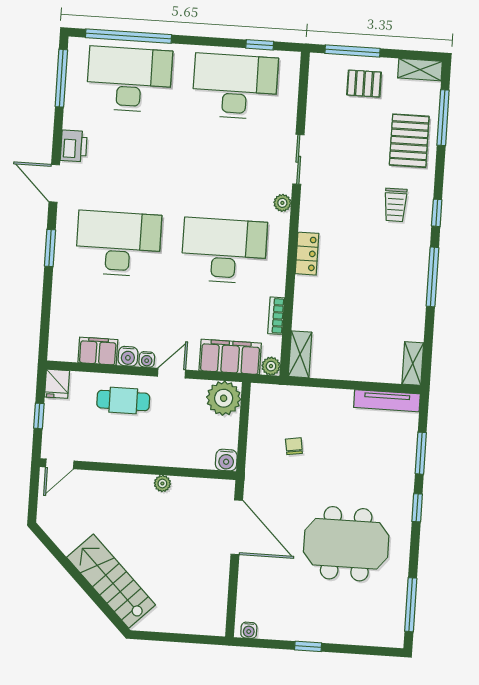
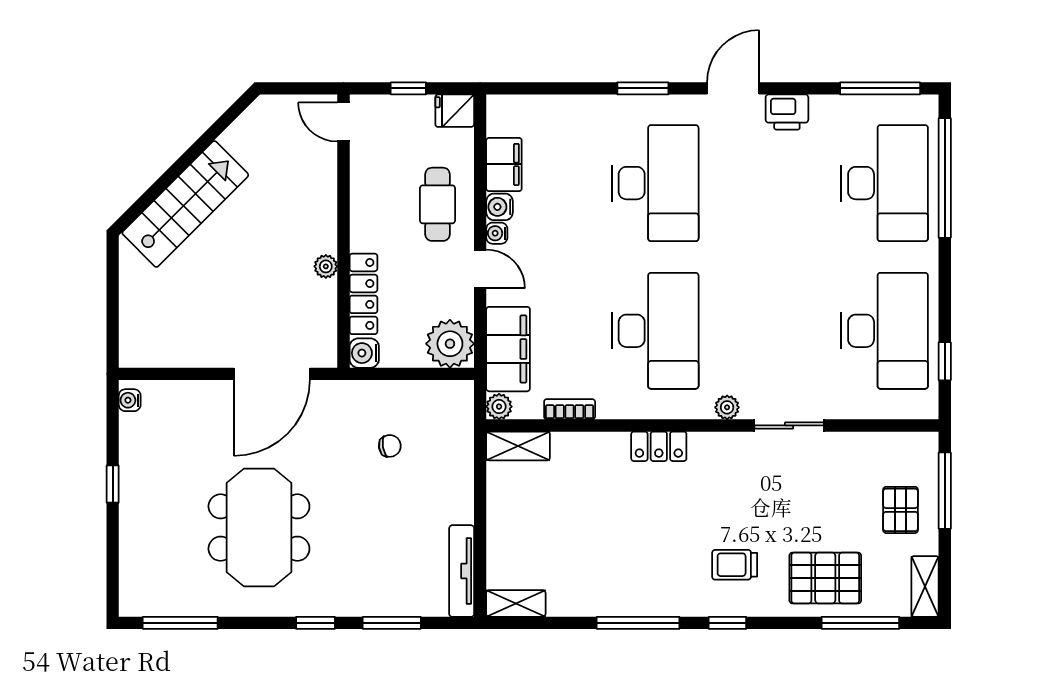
locker: (184, 458) -> (363, 294), added

